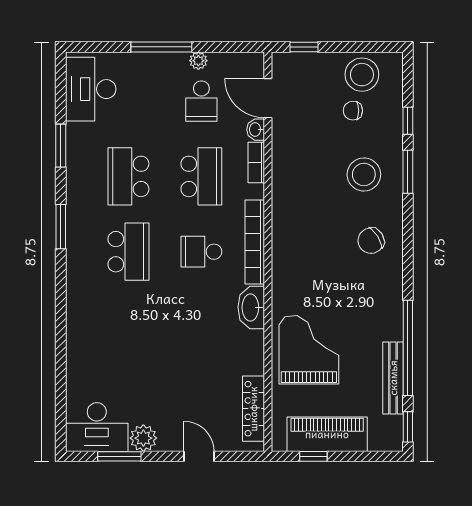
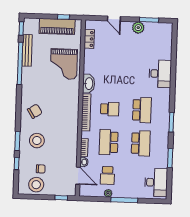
school desk: (201, 101) -> (107, 175), turned 180
school desk: (128, 252) -> (142, 110), turned 180
locker: (253, 409) -> (89, 39), width x0.66
desk: (97, 427) -> (160, 74), moved, turned 90

